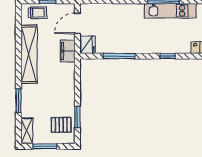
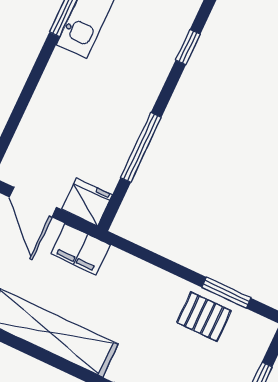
pallet: (61, 125) -> (204, 317), moved, turned 90

